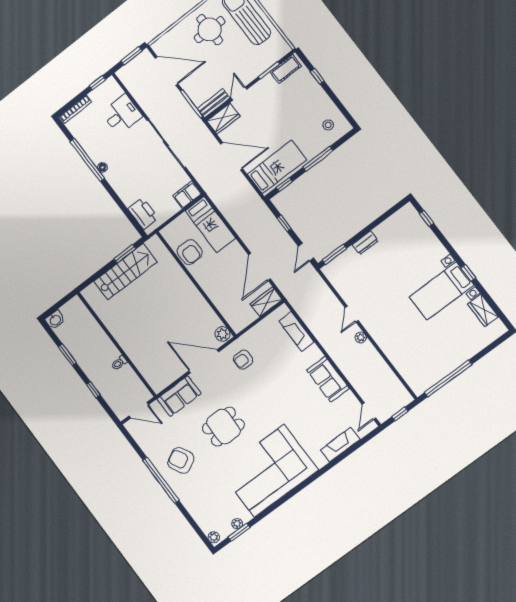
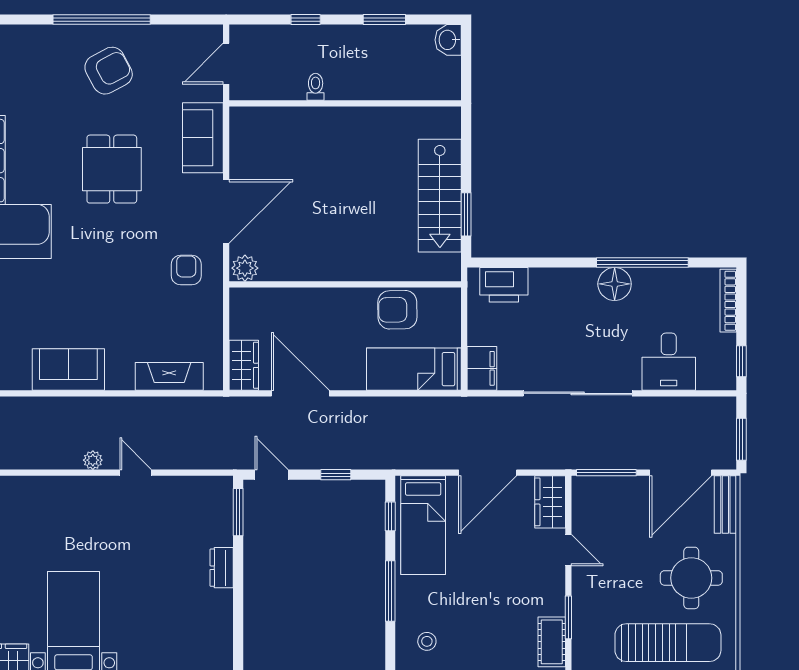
bench: (214, 103) -> (725, 504), moved
floor lamp: (102, 167) -> (615, 284), width x1.89, depth x1.89

